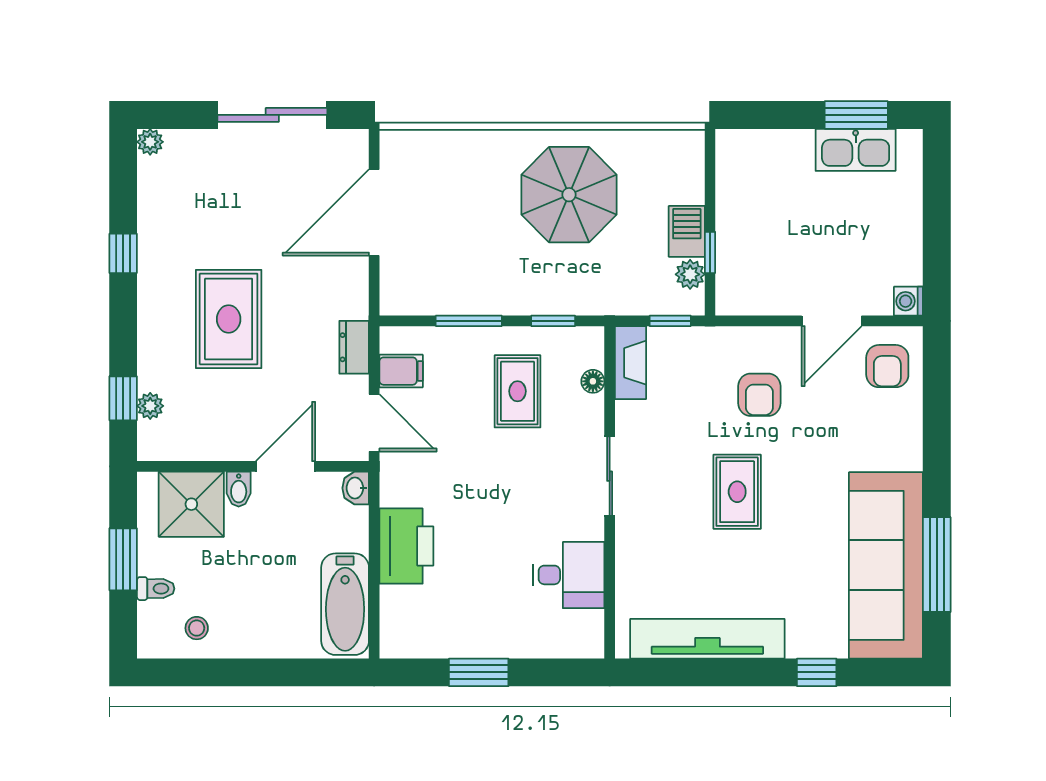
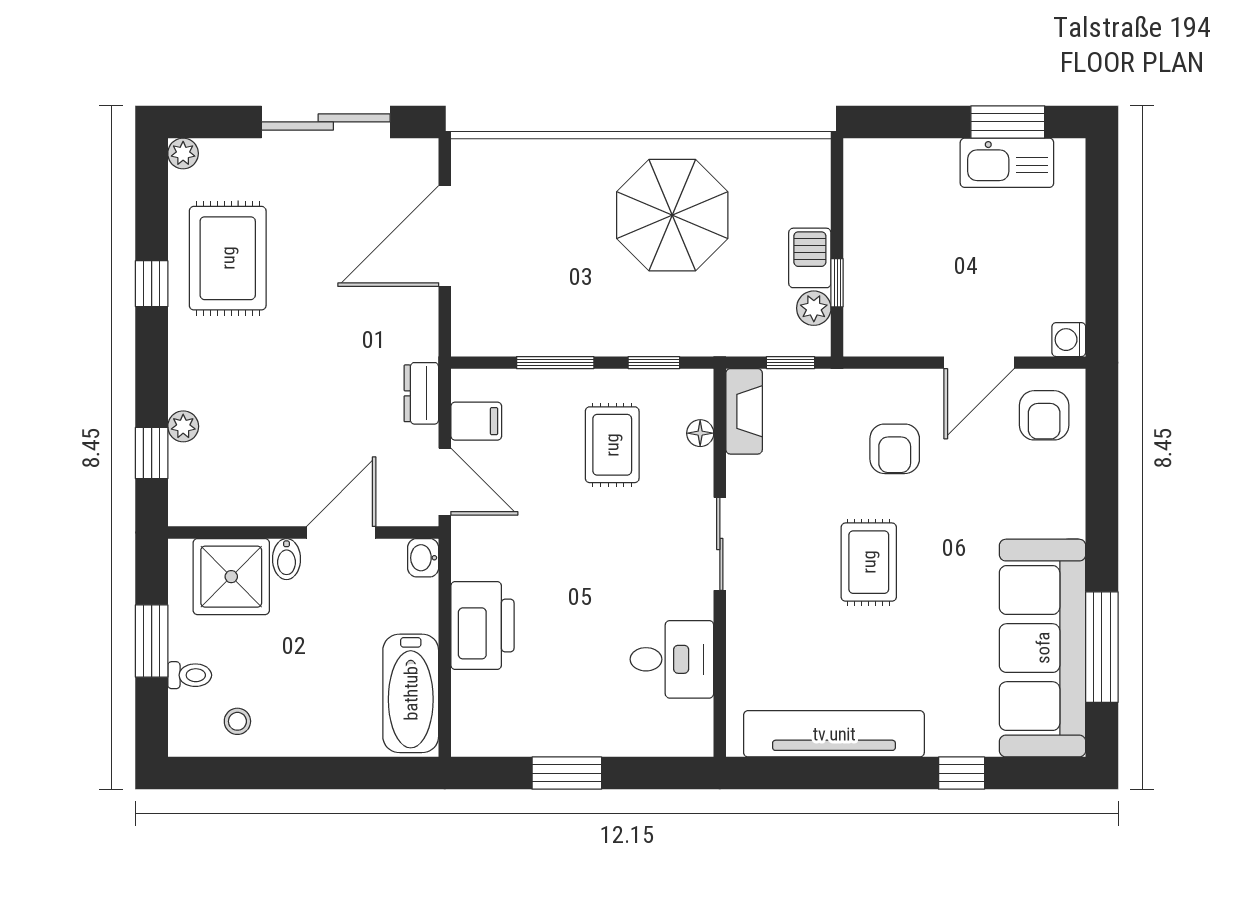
rug: (229, 319) -> (228, 258), moved
plant: (150, 406) -> (183, 426), moved

